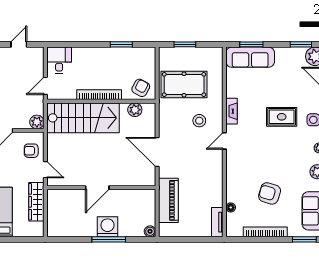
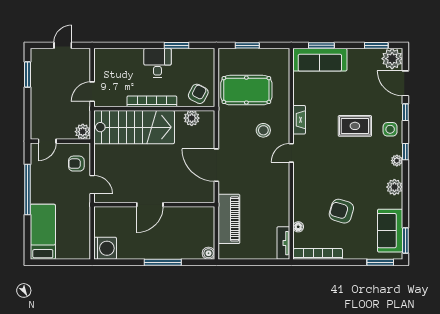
desk: (59, 60) -> (157, 63), moved
wardrobe: (36, 202) -> (82, 221), removed
washing machine: (108, 227) -> (105, 248), moved, turned 90
bookcase: (265, 232) -> (318, 254), moved

